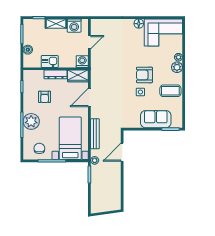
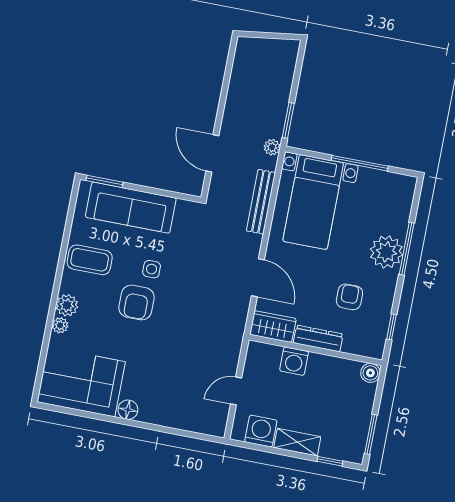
boiler: (28, 50) -> (370, 373), moved
kitchen sink: (50, 62) -> (325, 367), removed
washing machine: (82, 62) -> (294, 361), moved
armchair: (144, 75) -> (136, 302), turned 90
door: (89, 98) -> (258, 278), hinge flipped
sofa: (156, 119) -> (131, 208), width x1.36
chair: (39, 148) -> (380, 194), removed
door: (122, 152) -> (212, 153), swing flipped

